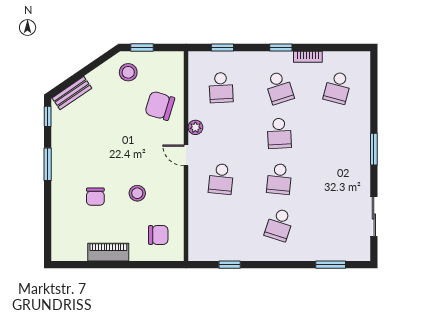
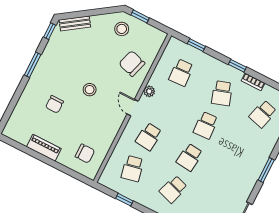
stool: (137, 193) -> (90, 90), moved
school desk: (221, 225) -> (133, 169), added

